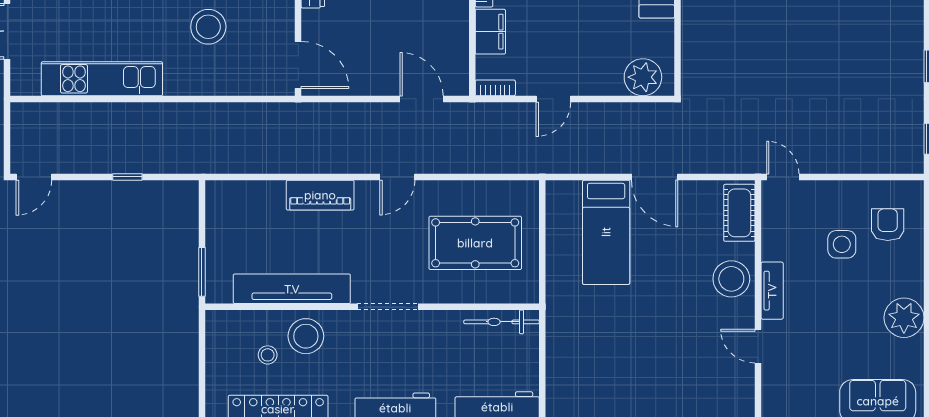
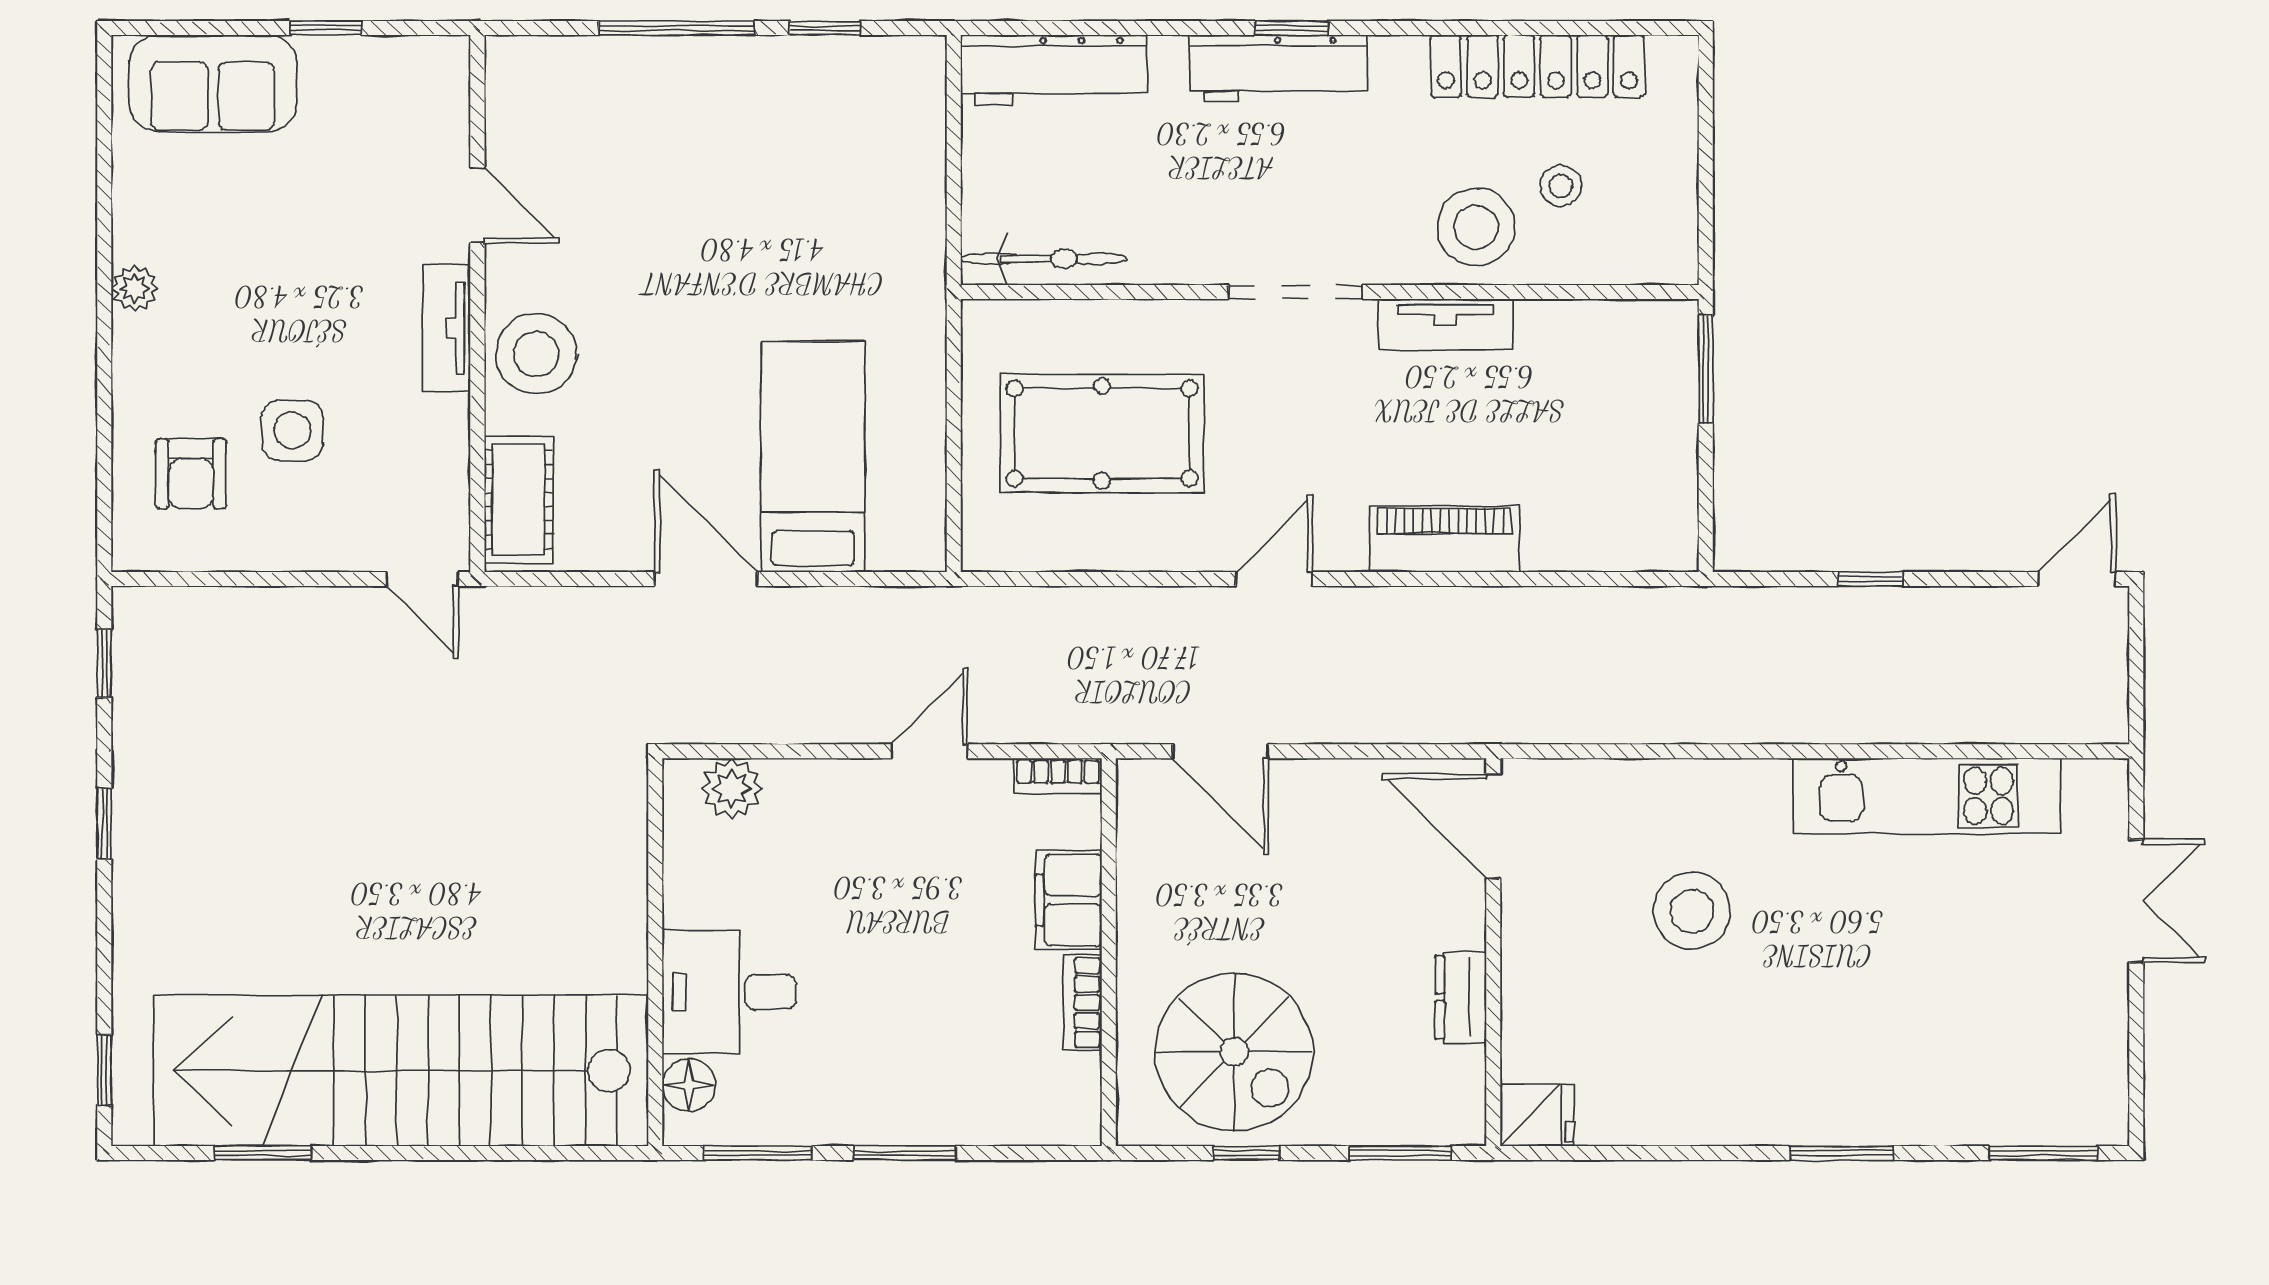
plant: (643, 77) -> (732, 788), width x0.73, depth x0.73
tv unit: (292, 289) -> (1445, 325), width x0.52, depth x0.78
plant: (904, 318) -> (134, 288), width x0.53, depth x0.53

